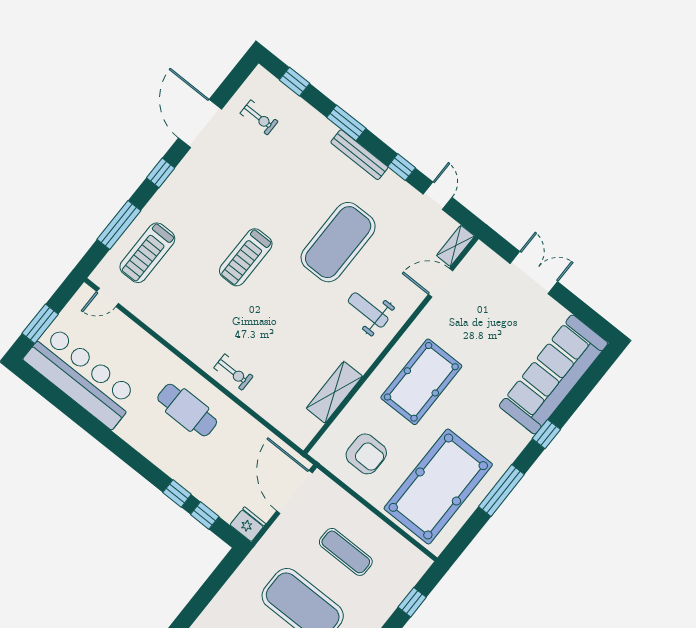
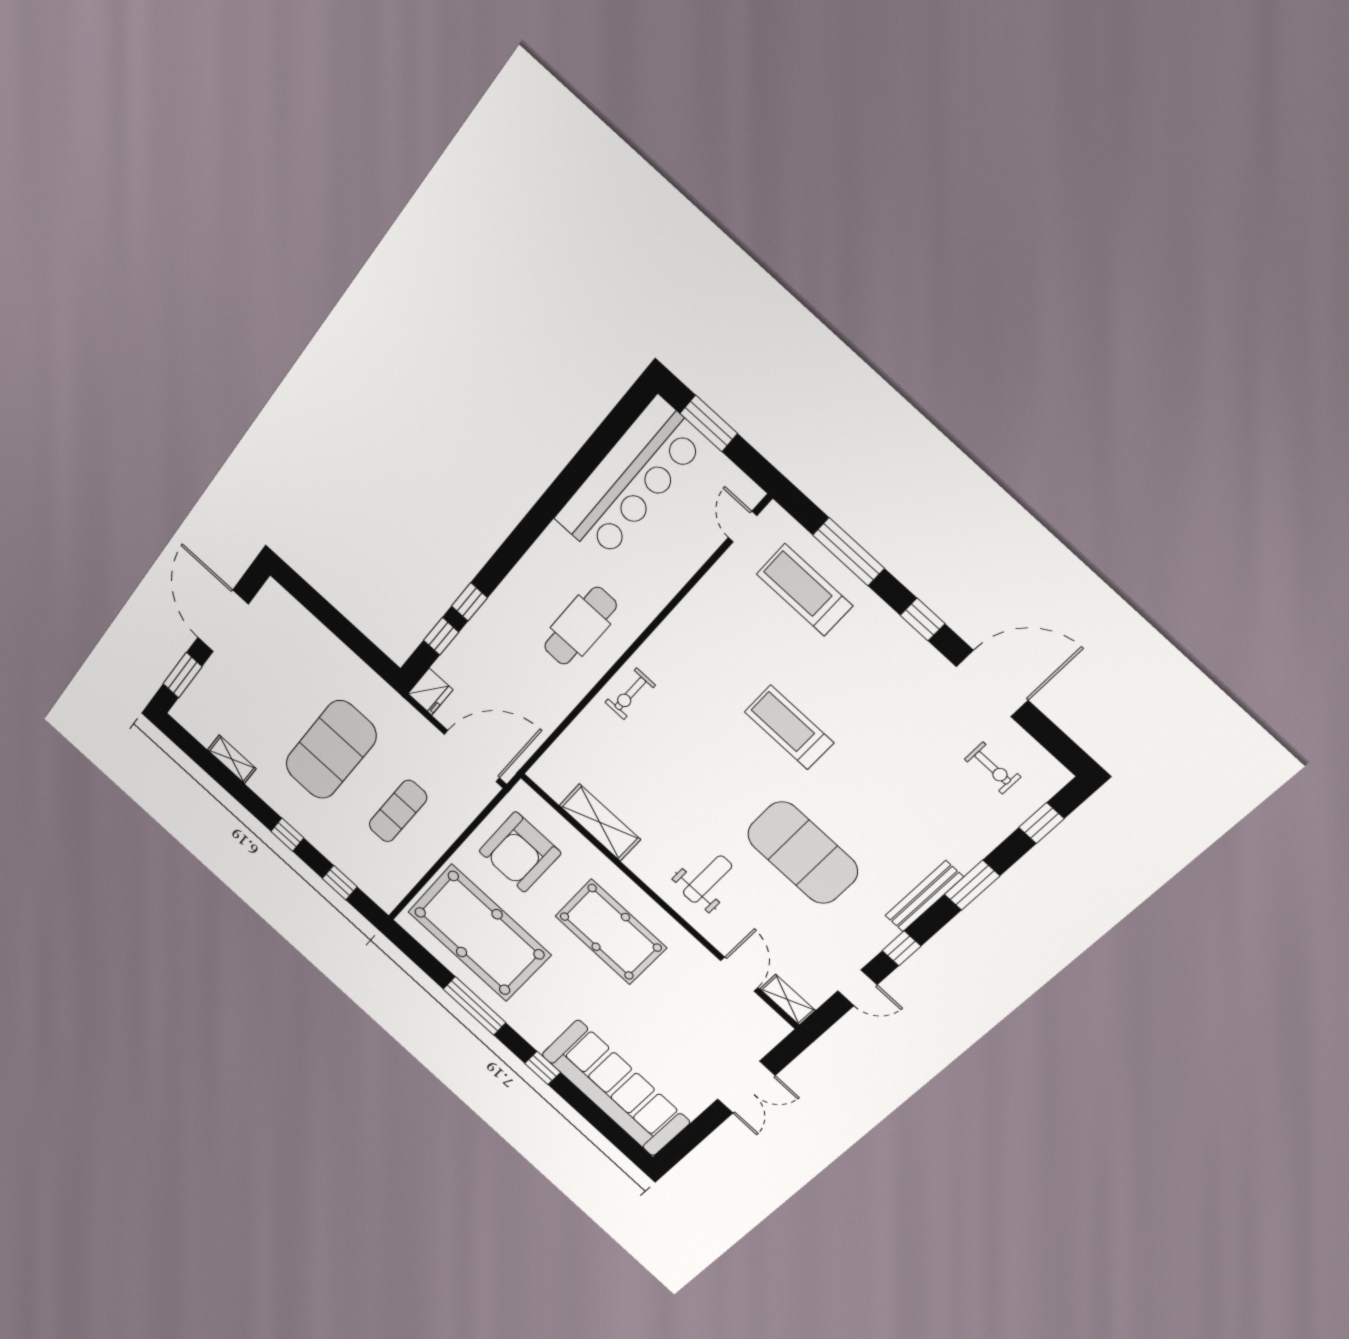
exercise bike: (259, 117) -> (993, 768), turned -90
armchair: (366, 454) -> (520, 852), width x1.36, depth x1.36

